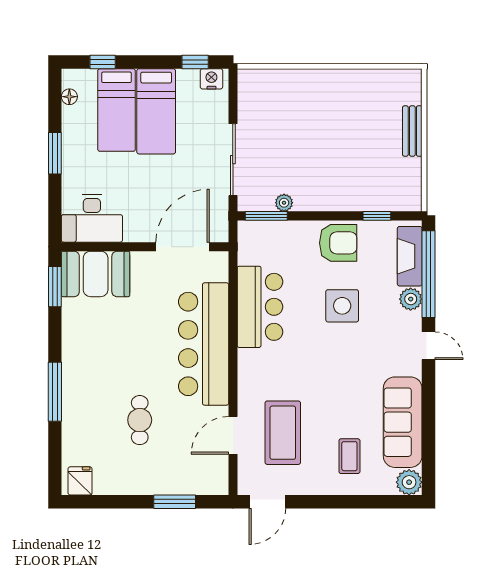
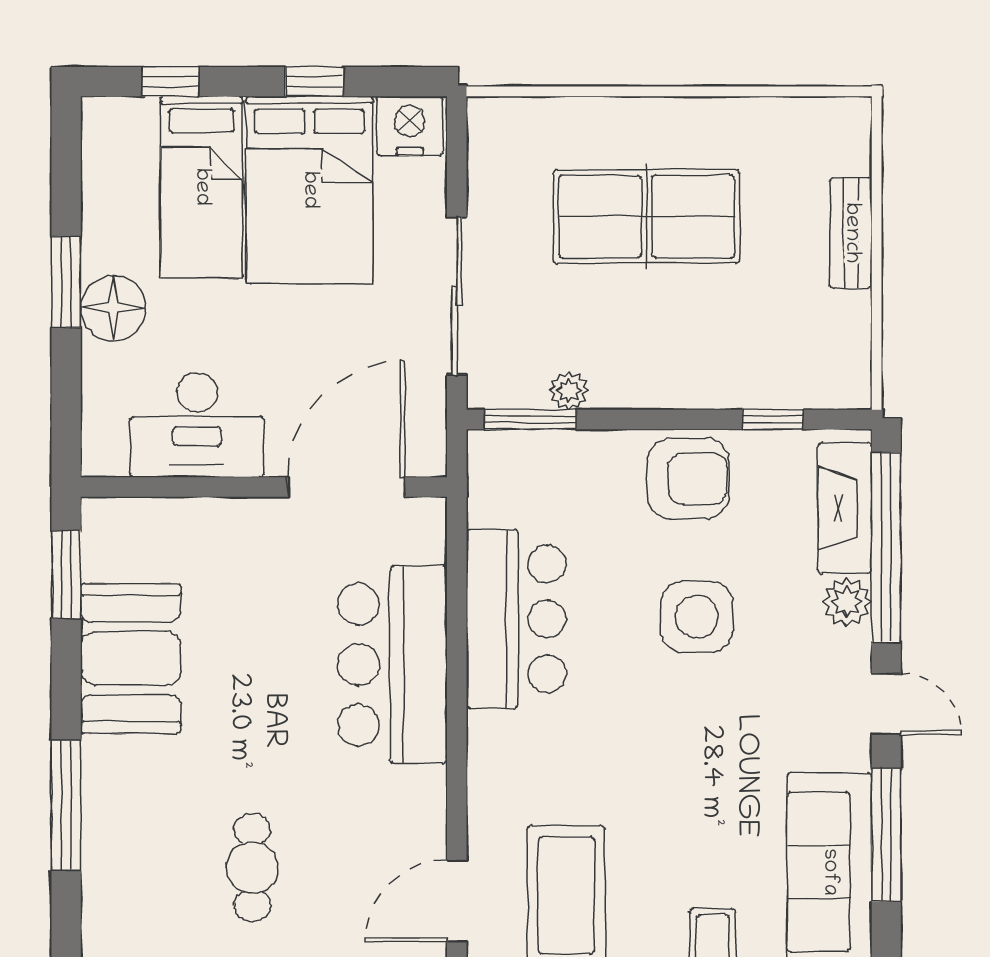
window: (195, 62) -> (314, 82), moved
nightstand: (211, 79) -> (410, 126), width x1.36, depth x1.33
floor lamp: (69, 97) -> (113, 308), moved, width x1.89, depth x1.89
bed: (156, 111) -> (309, 190), width x1.50
table tennis table: (319, 123) -> (646, 216), added
desk: (92, 218) -> (197, 425), moved
booth: (96, 274) -> (131, 658), moved, turned 90
bar counter: (204, 344) -> (392, 665), width x0.73
window: (429, 405) -> (886, 835), added

